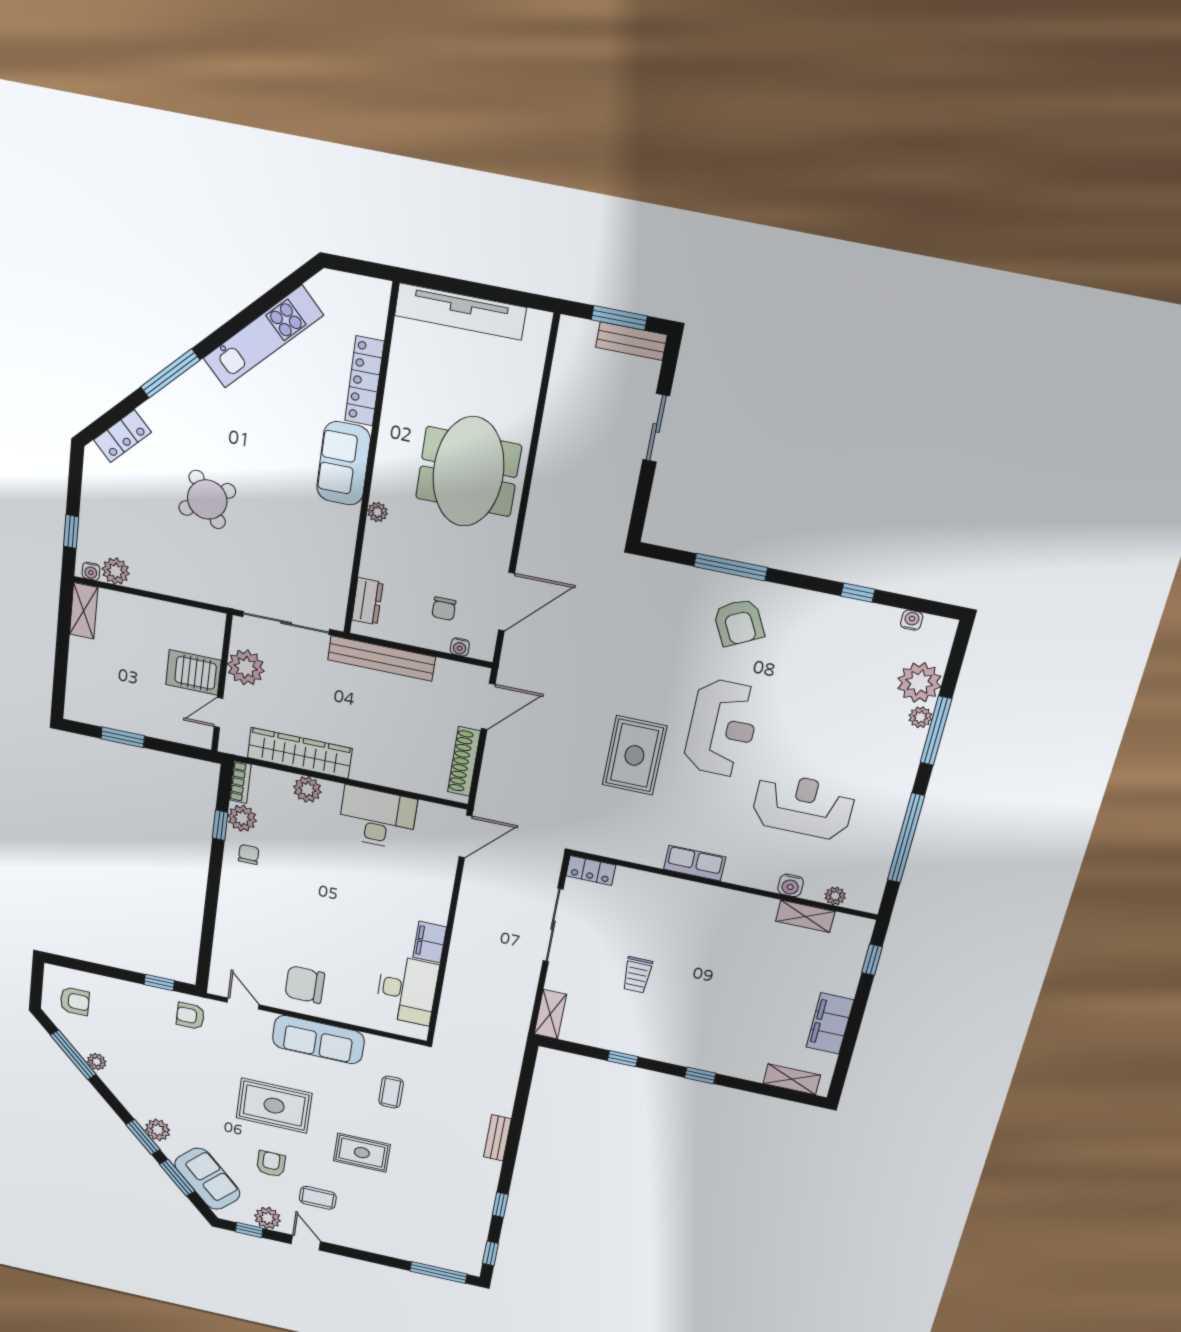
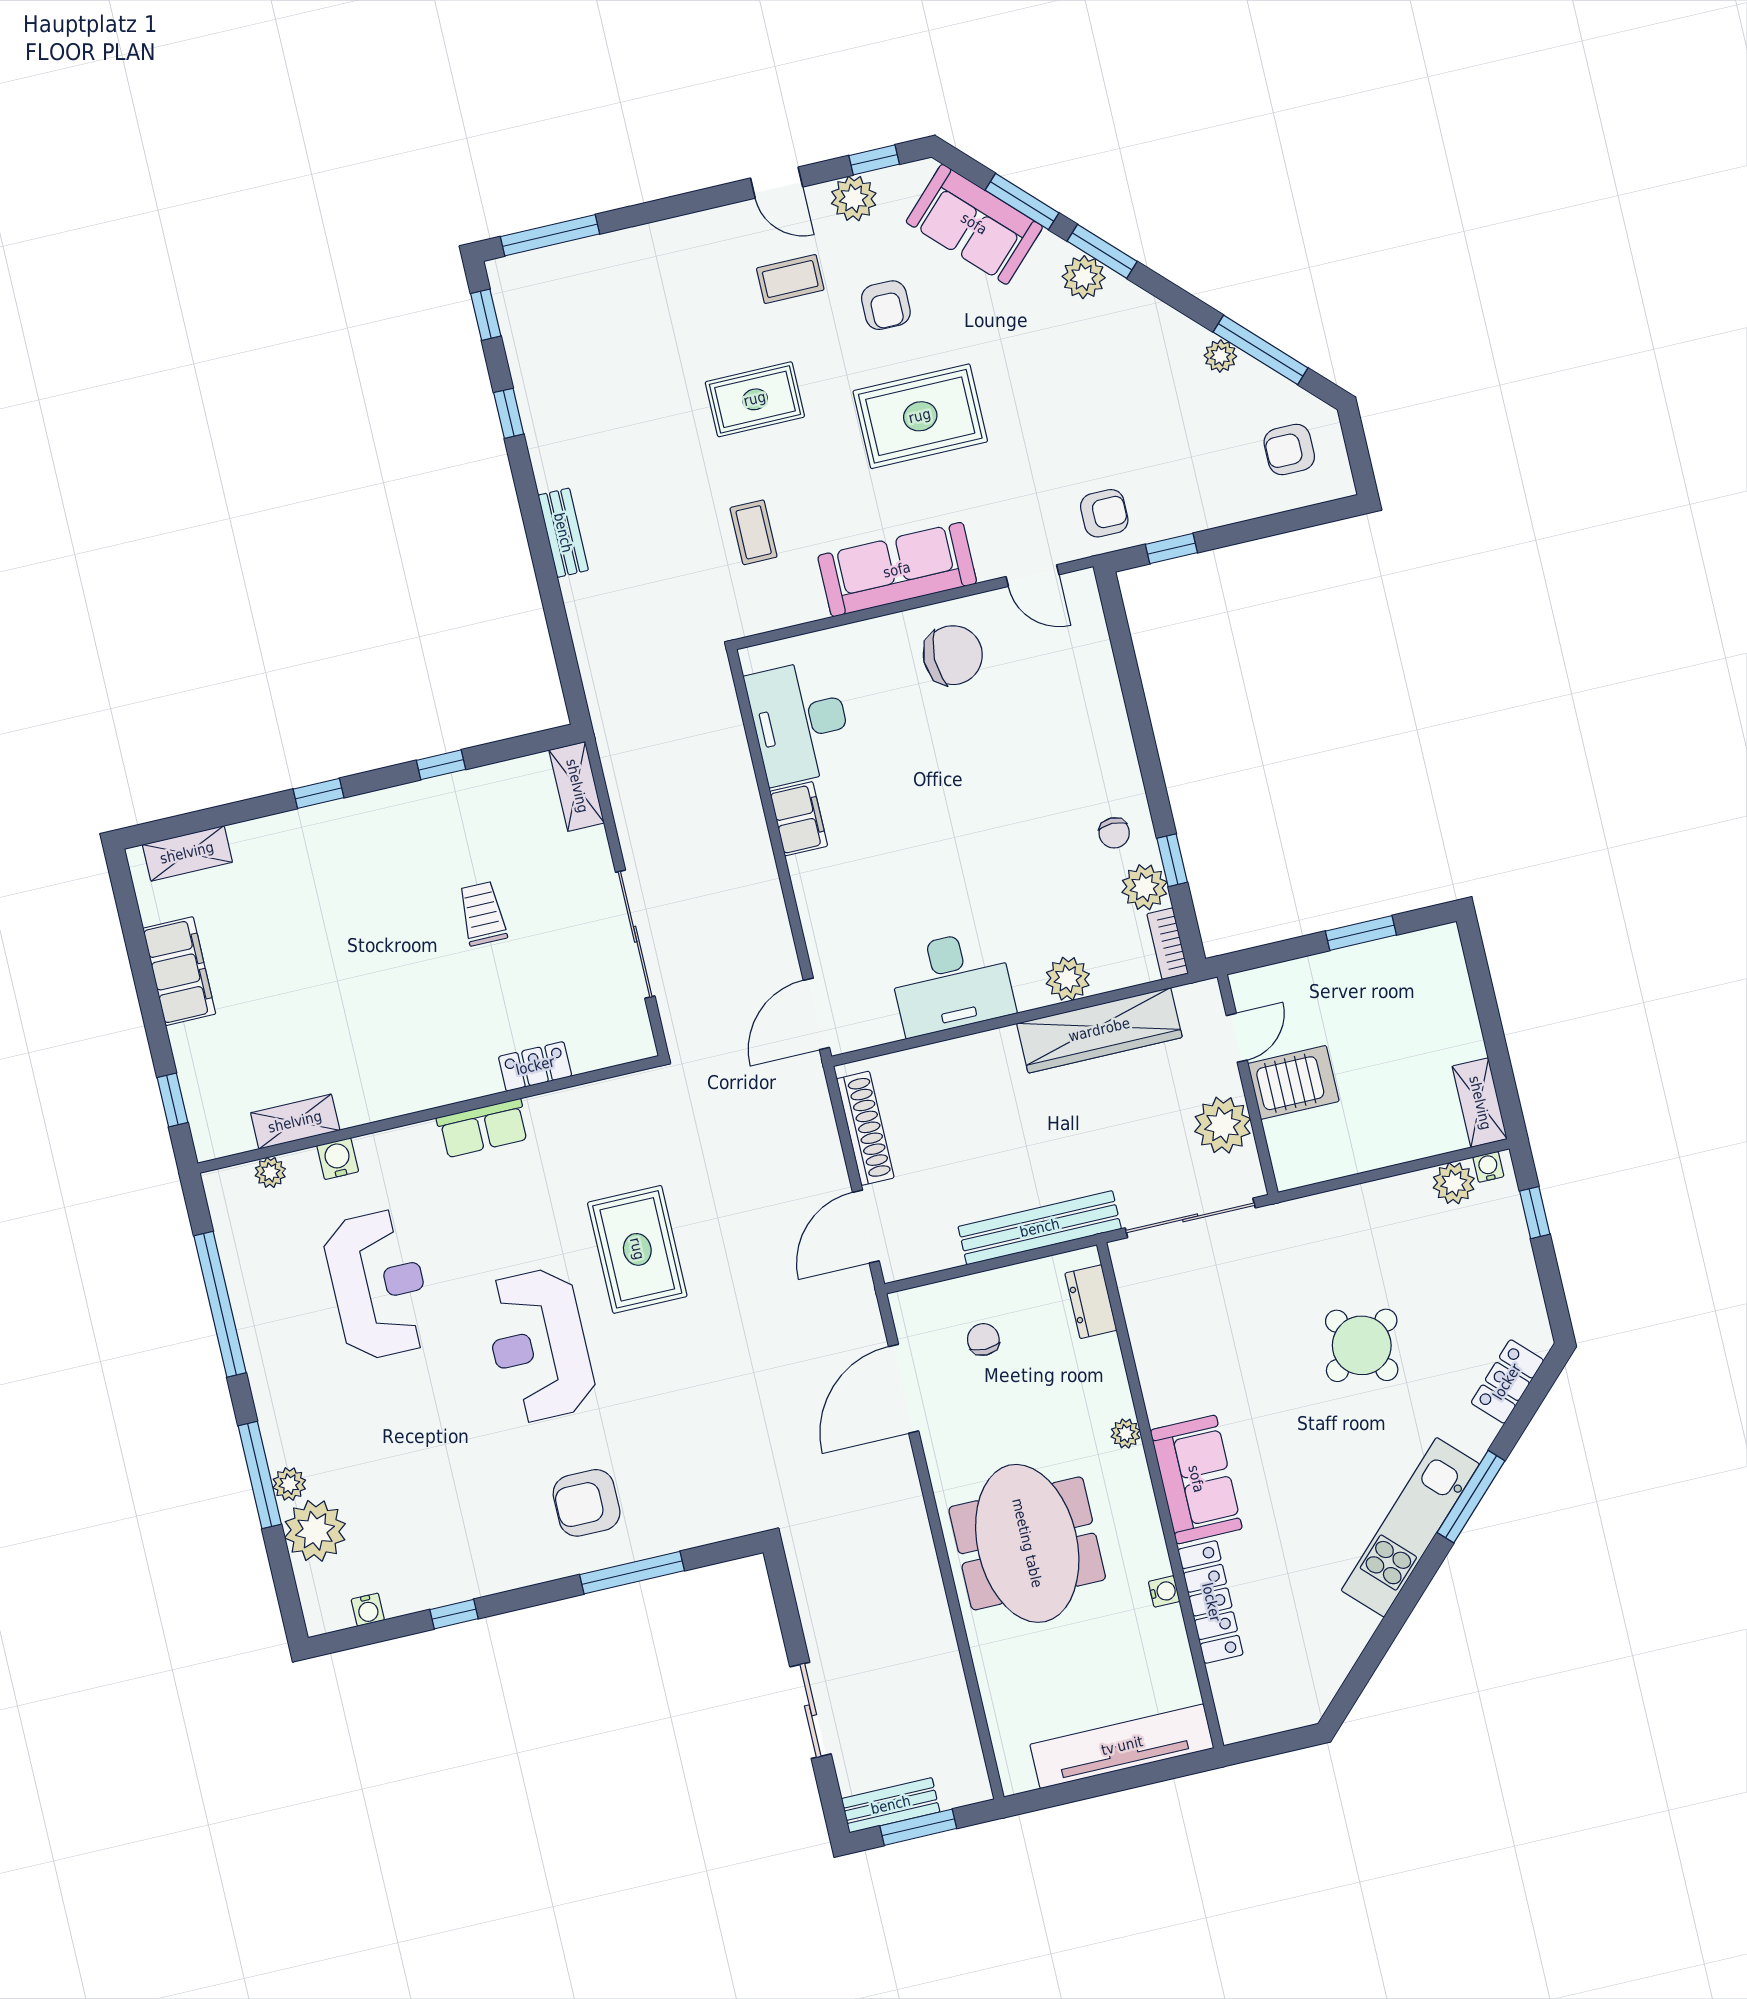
kitchen unit: (263, 337) -> (1410, 1527), moved
armchair: (739, 622) -> (587, 1503), turned -63
water cooler: (460, 647) -> (1164, 1591), moved, turned 90
reception desk: (803, 806) -> (378, 1285), turned -90
locker: (591, 870) -> (535, 1066), moved

